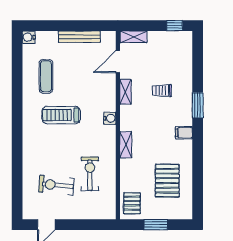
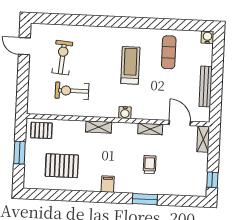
exercise mat: (46, 76) -> (169, 52), turned 90
window: (198, 105) -> (145, 199), moved
exercise bike: (90, 174) -> (72, 91), turned 180

